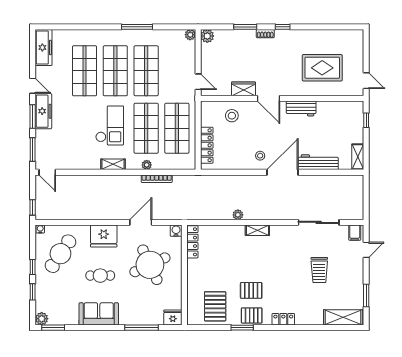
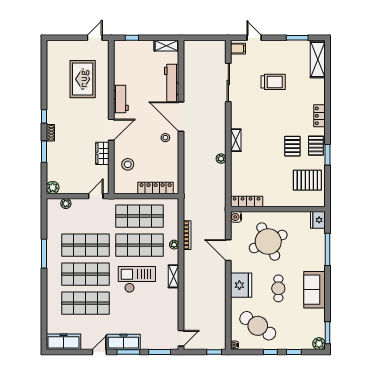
plant: (190, 35) -> (66, 204), moved

